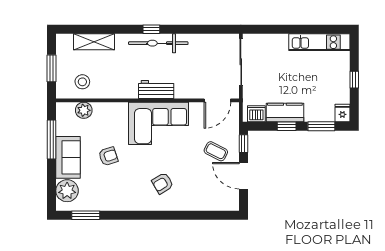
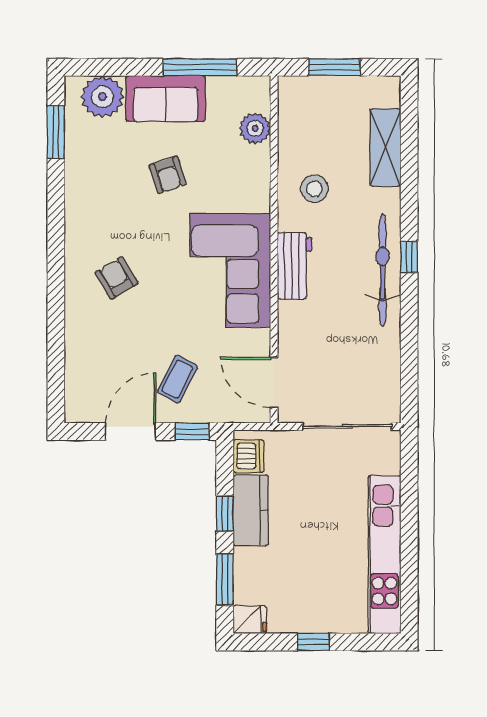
kitchen unit: (319, 42) -> (384, 555), width x1.36
stool: (82, 82) -> (314, 189), moved

